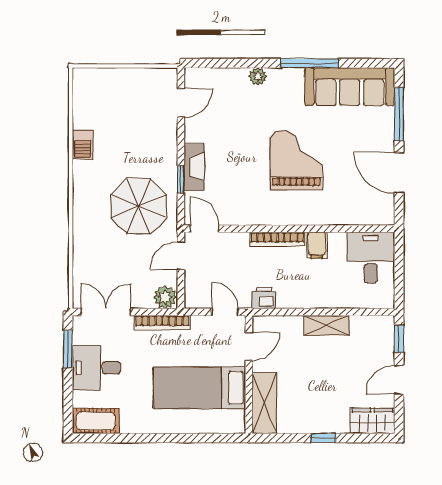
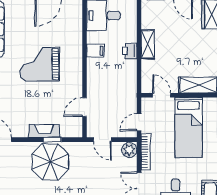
parasol: (139, 206) -> (50, 162), moved
door: (205, 229) -> (85, 107), moved
bookcase: (277, 239) -> (91, 77), removed
printer: (264, 298) -> (130, 51), moved
door: (225, 312) -> (139, 122), moved

